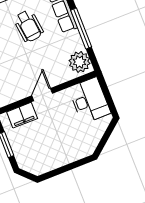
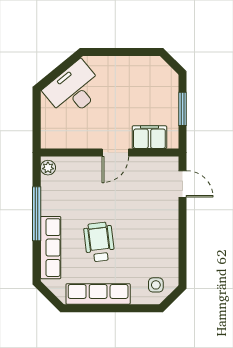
plant: (80, 62) -> (48, 168), width x0.53, depth x0.53
desk: (89, 100) -> (74, 90), moved, turned 51

